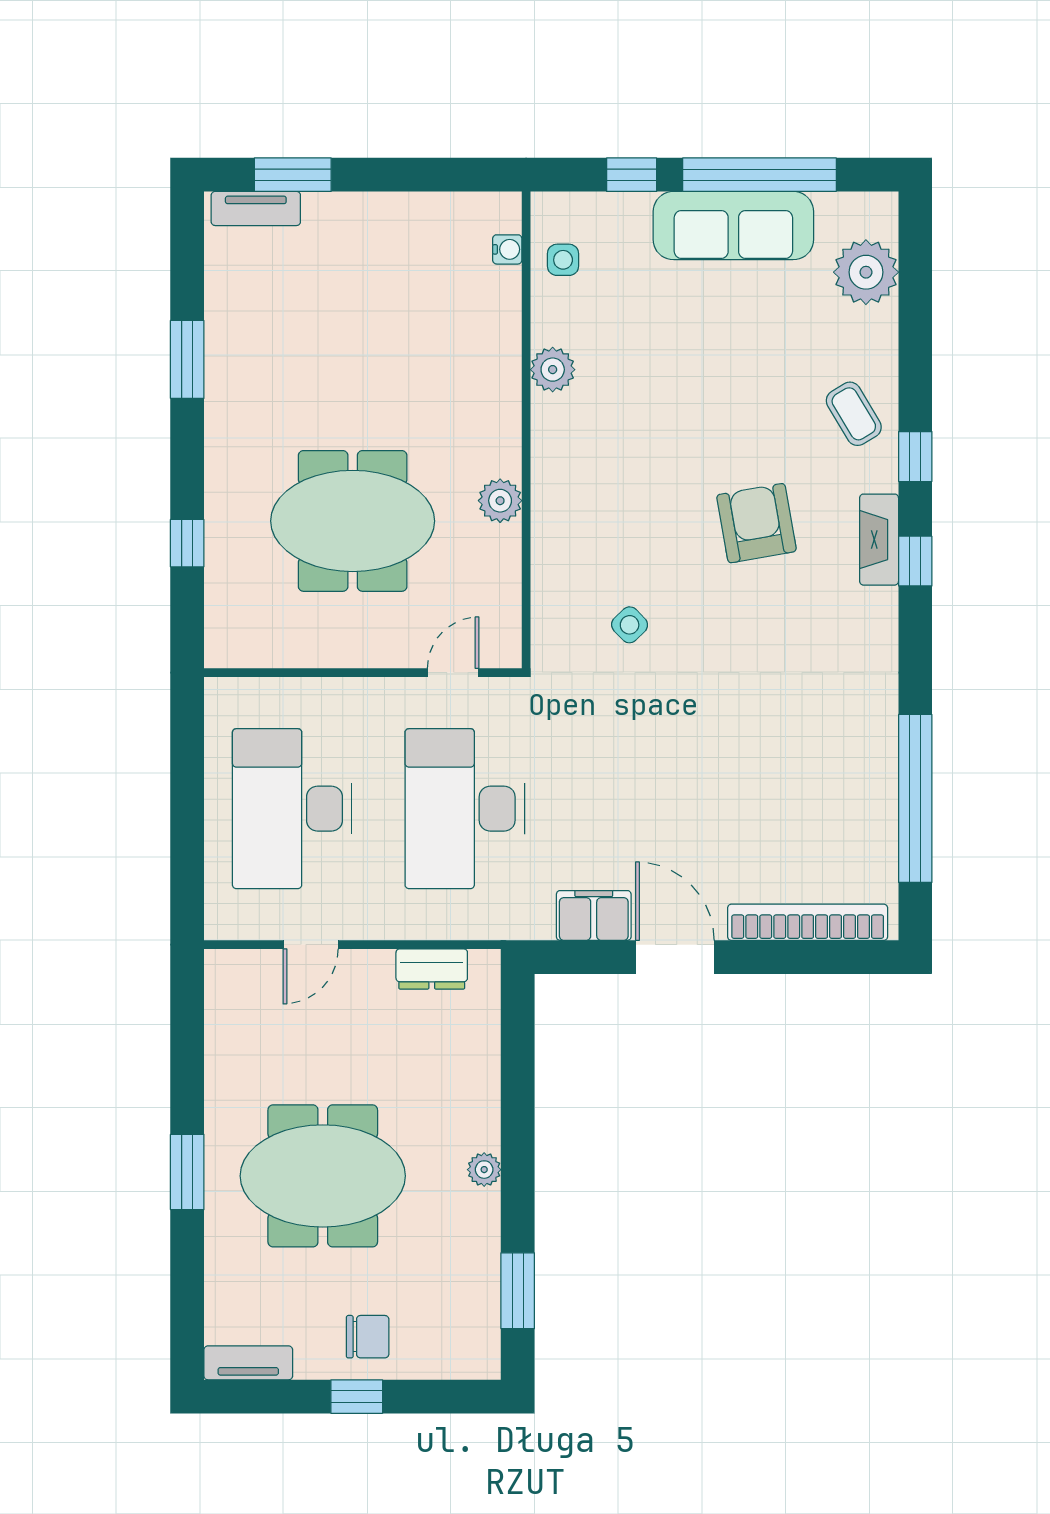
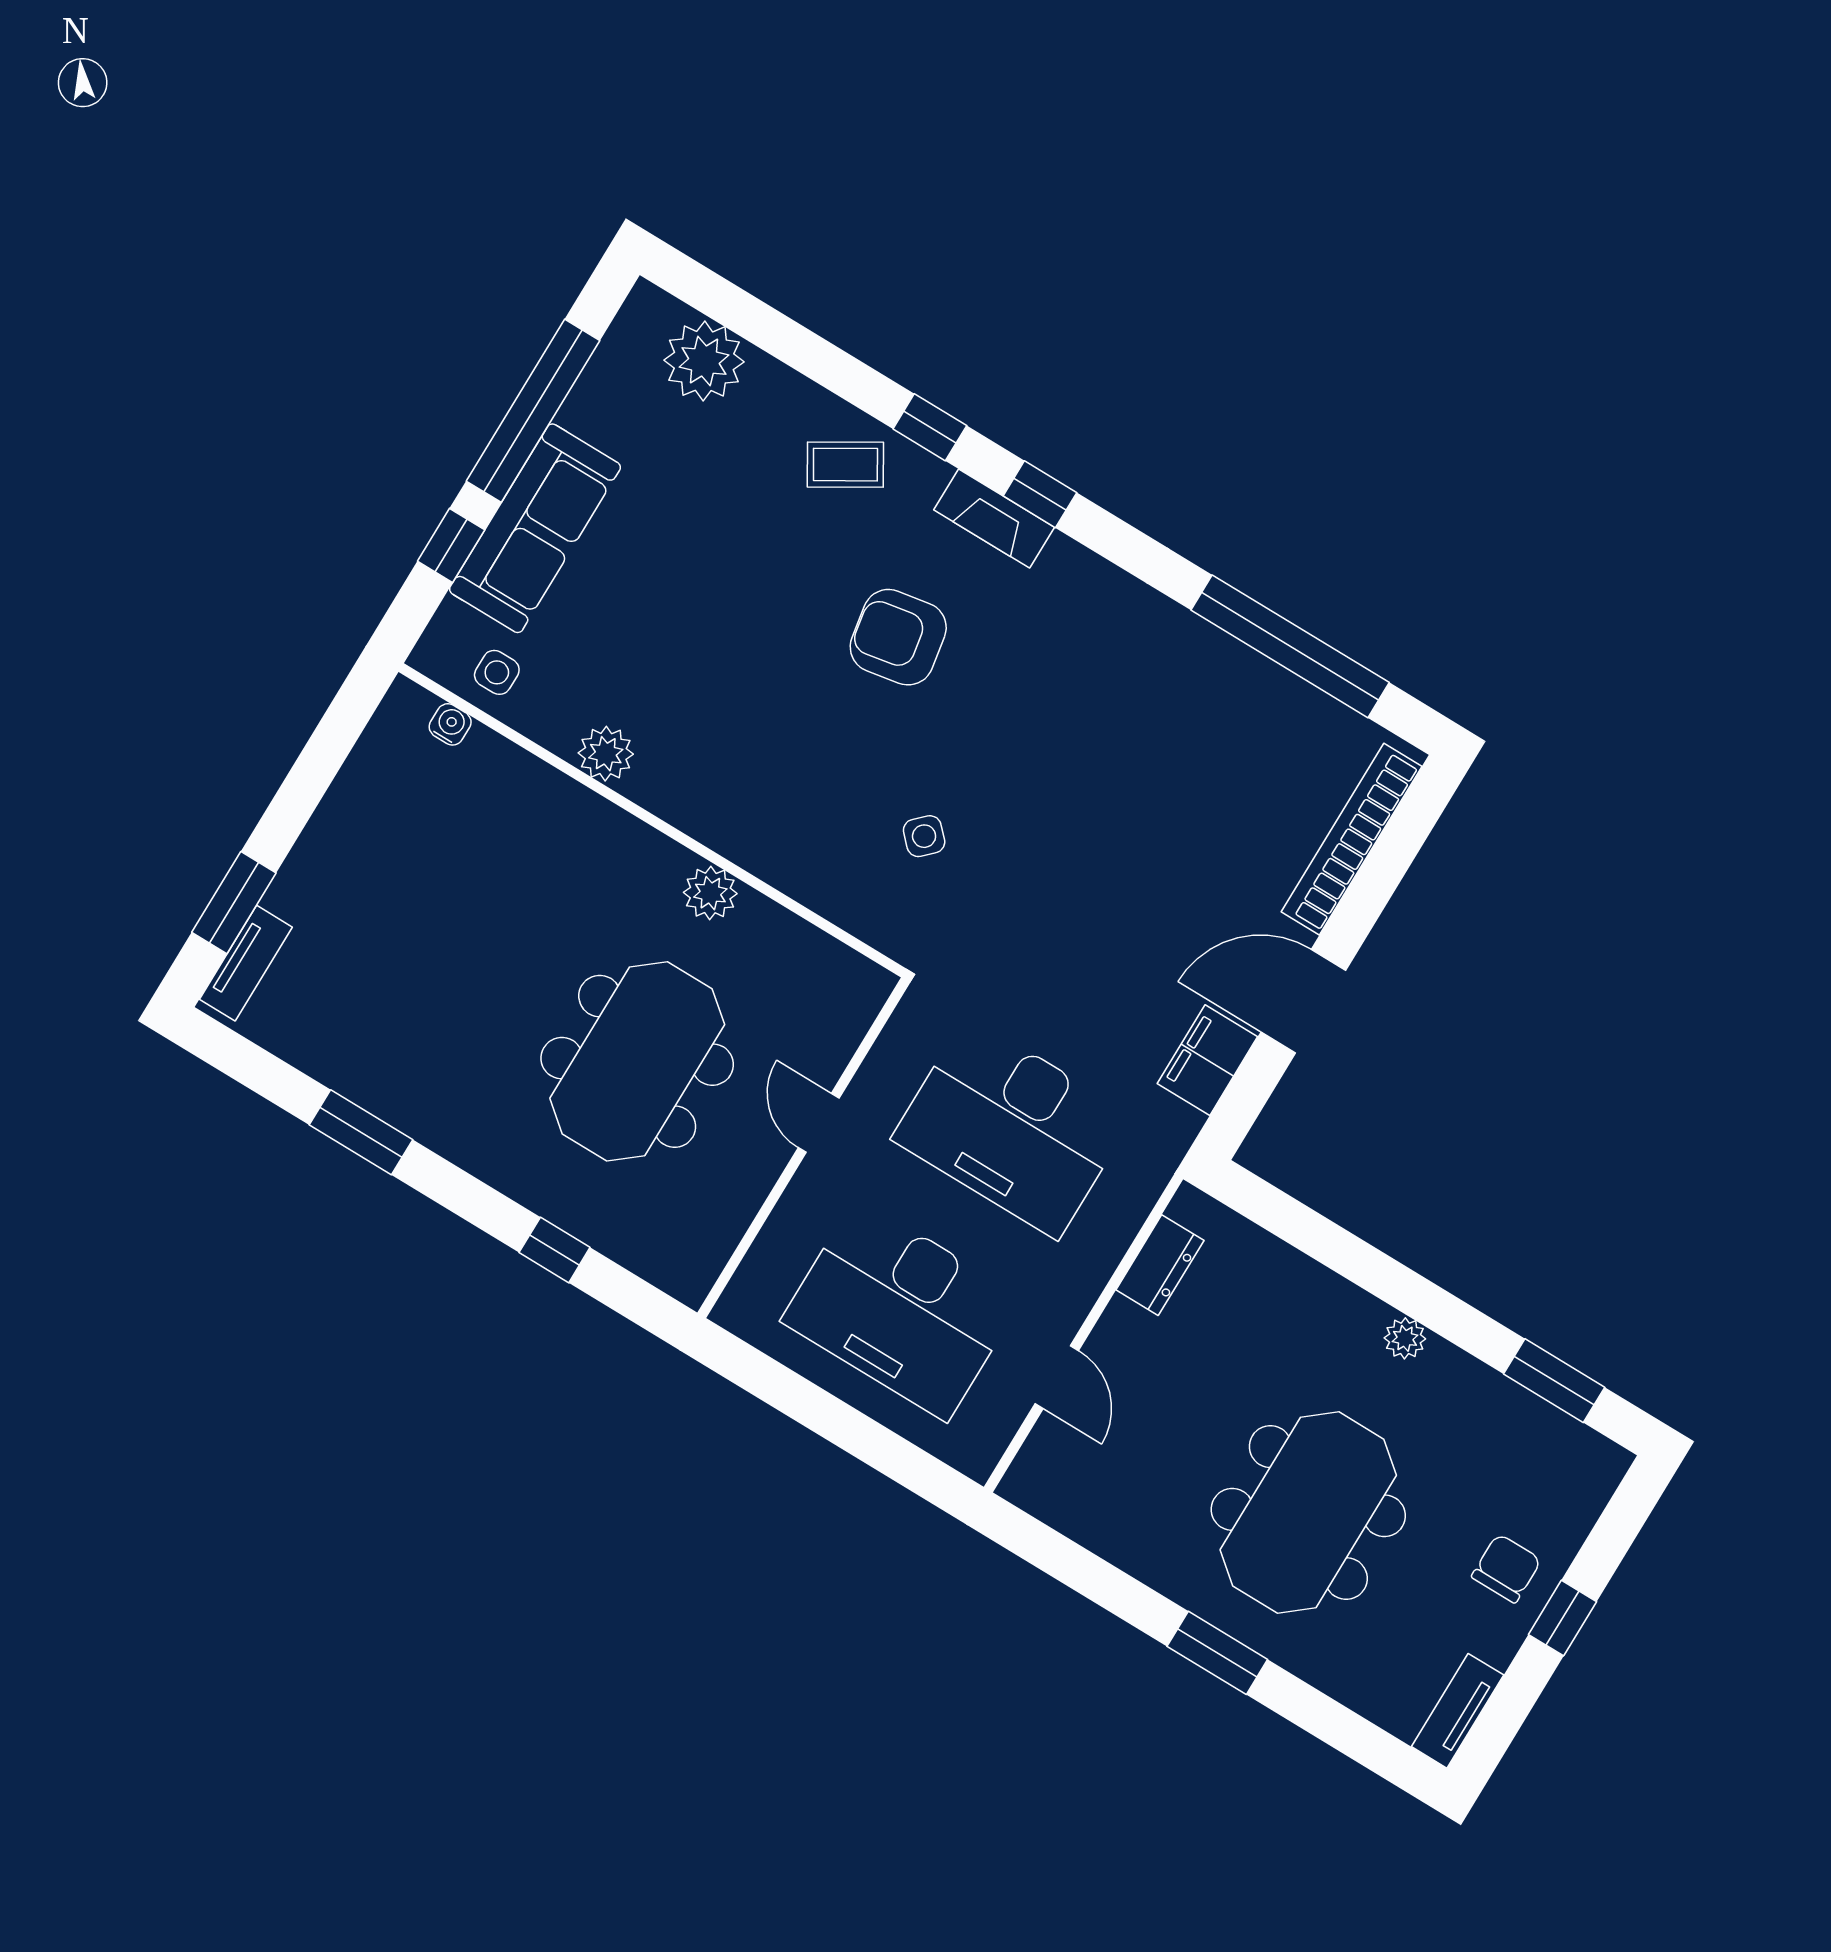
sofa: (733, 226) -> (535, 528), moved
door: (453, 673) -> (819, 1123), moved

